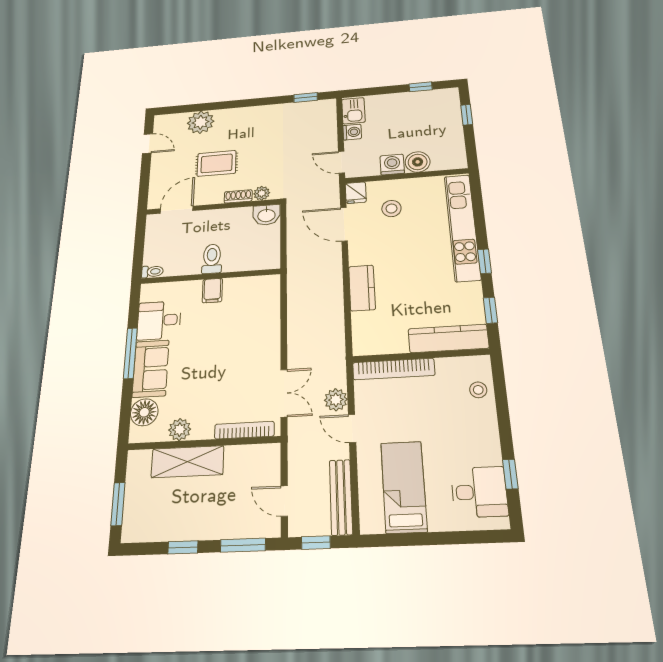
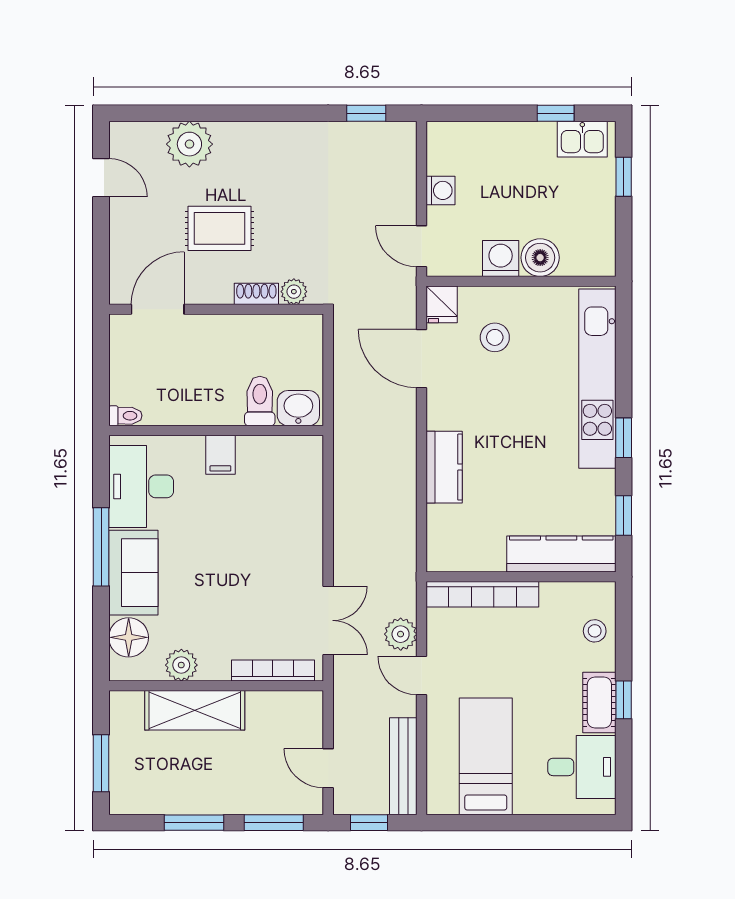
kitchen sink: (353, 111) -> (582, 139), moved, turned 90
washbasin: (266, 215) -> (298, 408), moved, turned 180
toilet: (212, 259) -> (260, 401), moved
desk: (159, 320) -> (141, 486), width x1.37
cot: (488, 442) -> (599, 703), added
window: (510, 474) -> (624, 700), moved
window: (183, 547) -> (194, 823), width x1.50

